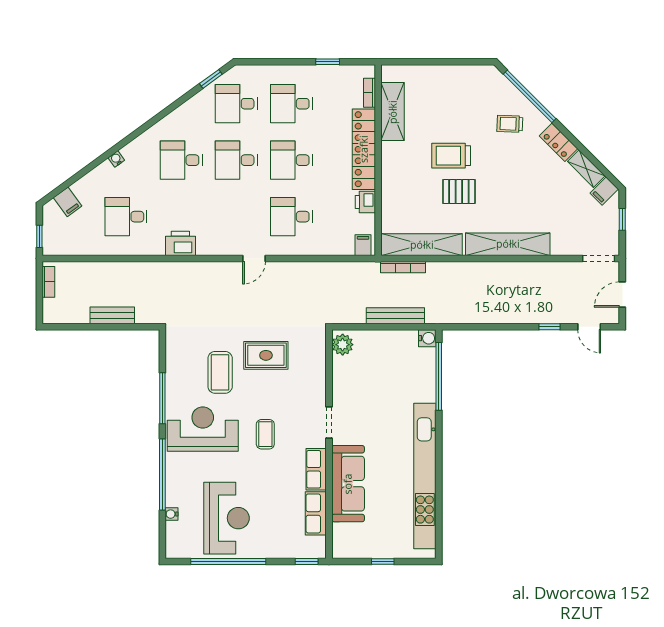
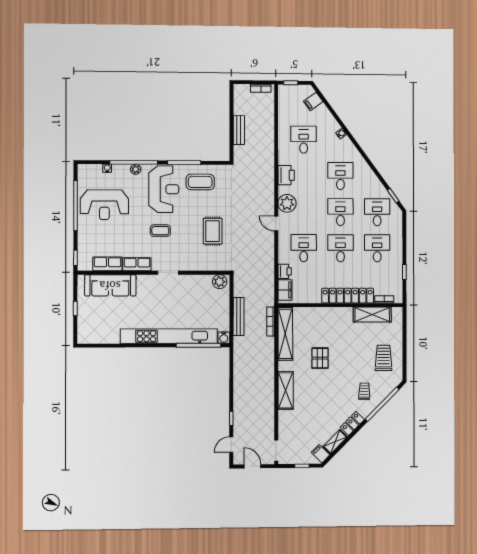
trolley: (451, 156) -> (384, 358), moved
printer: (365, 202) -> (285, 271), moved, turned 90
plant: (223, 242) -> (287, 203), added
shelving: (508, 244) -> (286, 390), width x0.68
filing cabinet: (363, 245) -> (285, 290), width x2.00
coffee table: (220, 372) -> (200, 182), moved
plant: (173, 471) -> (136, 169), added
kitchen unit: (425, 476) -> (169, 336), moved
sofa: (348, 484) -> (110, 285), moved

